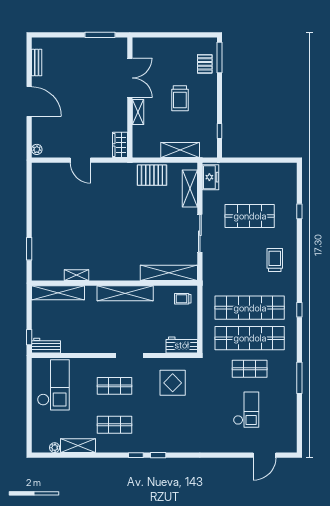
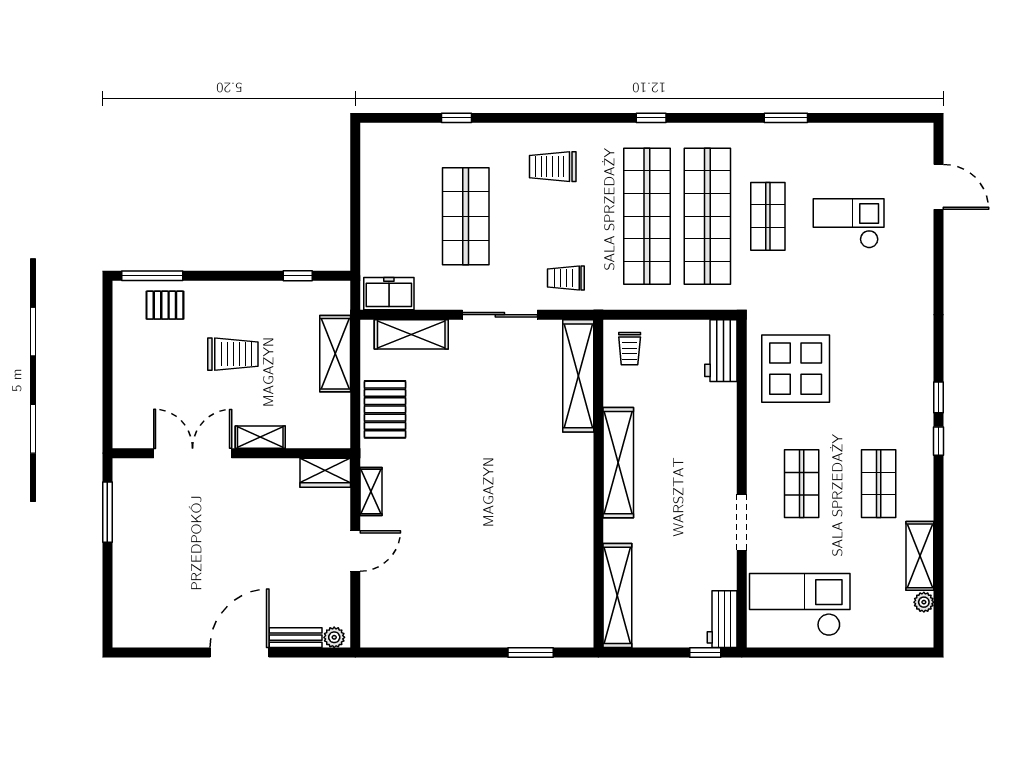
bench: (37, 62) -> (296, 638), moved
trolley: (218, 267) -> (566, 278), added
shelving: (77, 275) -> (371, 492), moved
doorway: (130, 356) -> (742, 522), moved
window: (299, 378) -> (786, 118), width x0.69
display table: (173, 383) -> (796, 369), width x1.36, depth x1.36

